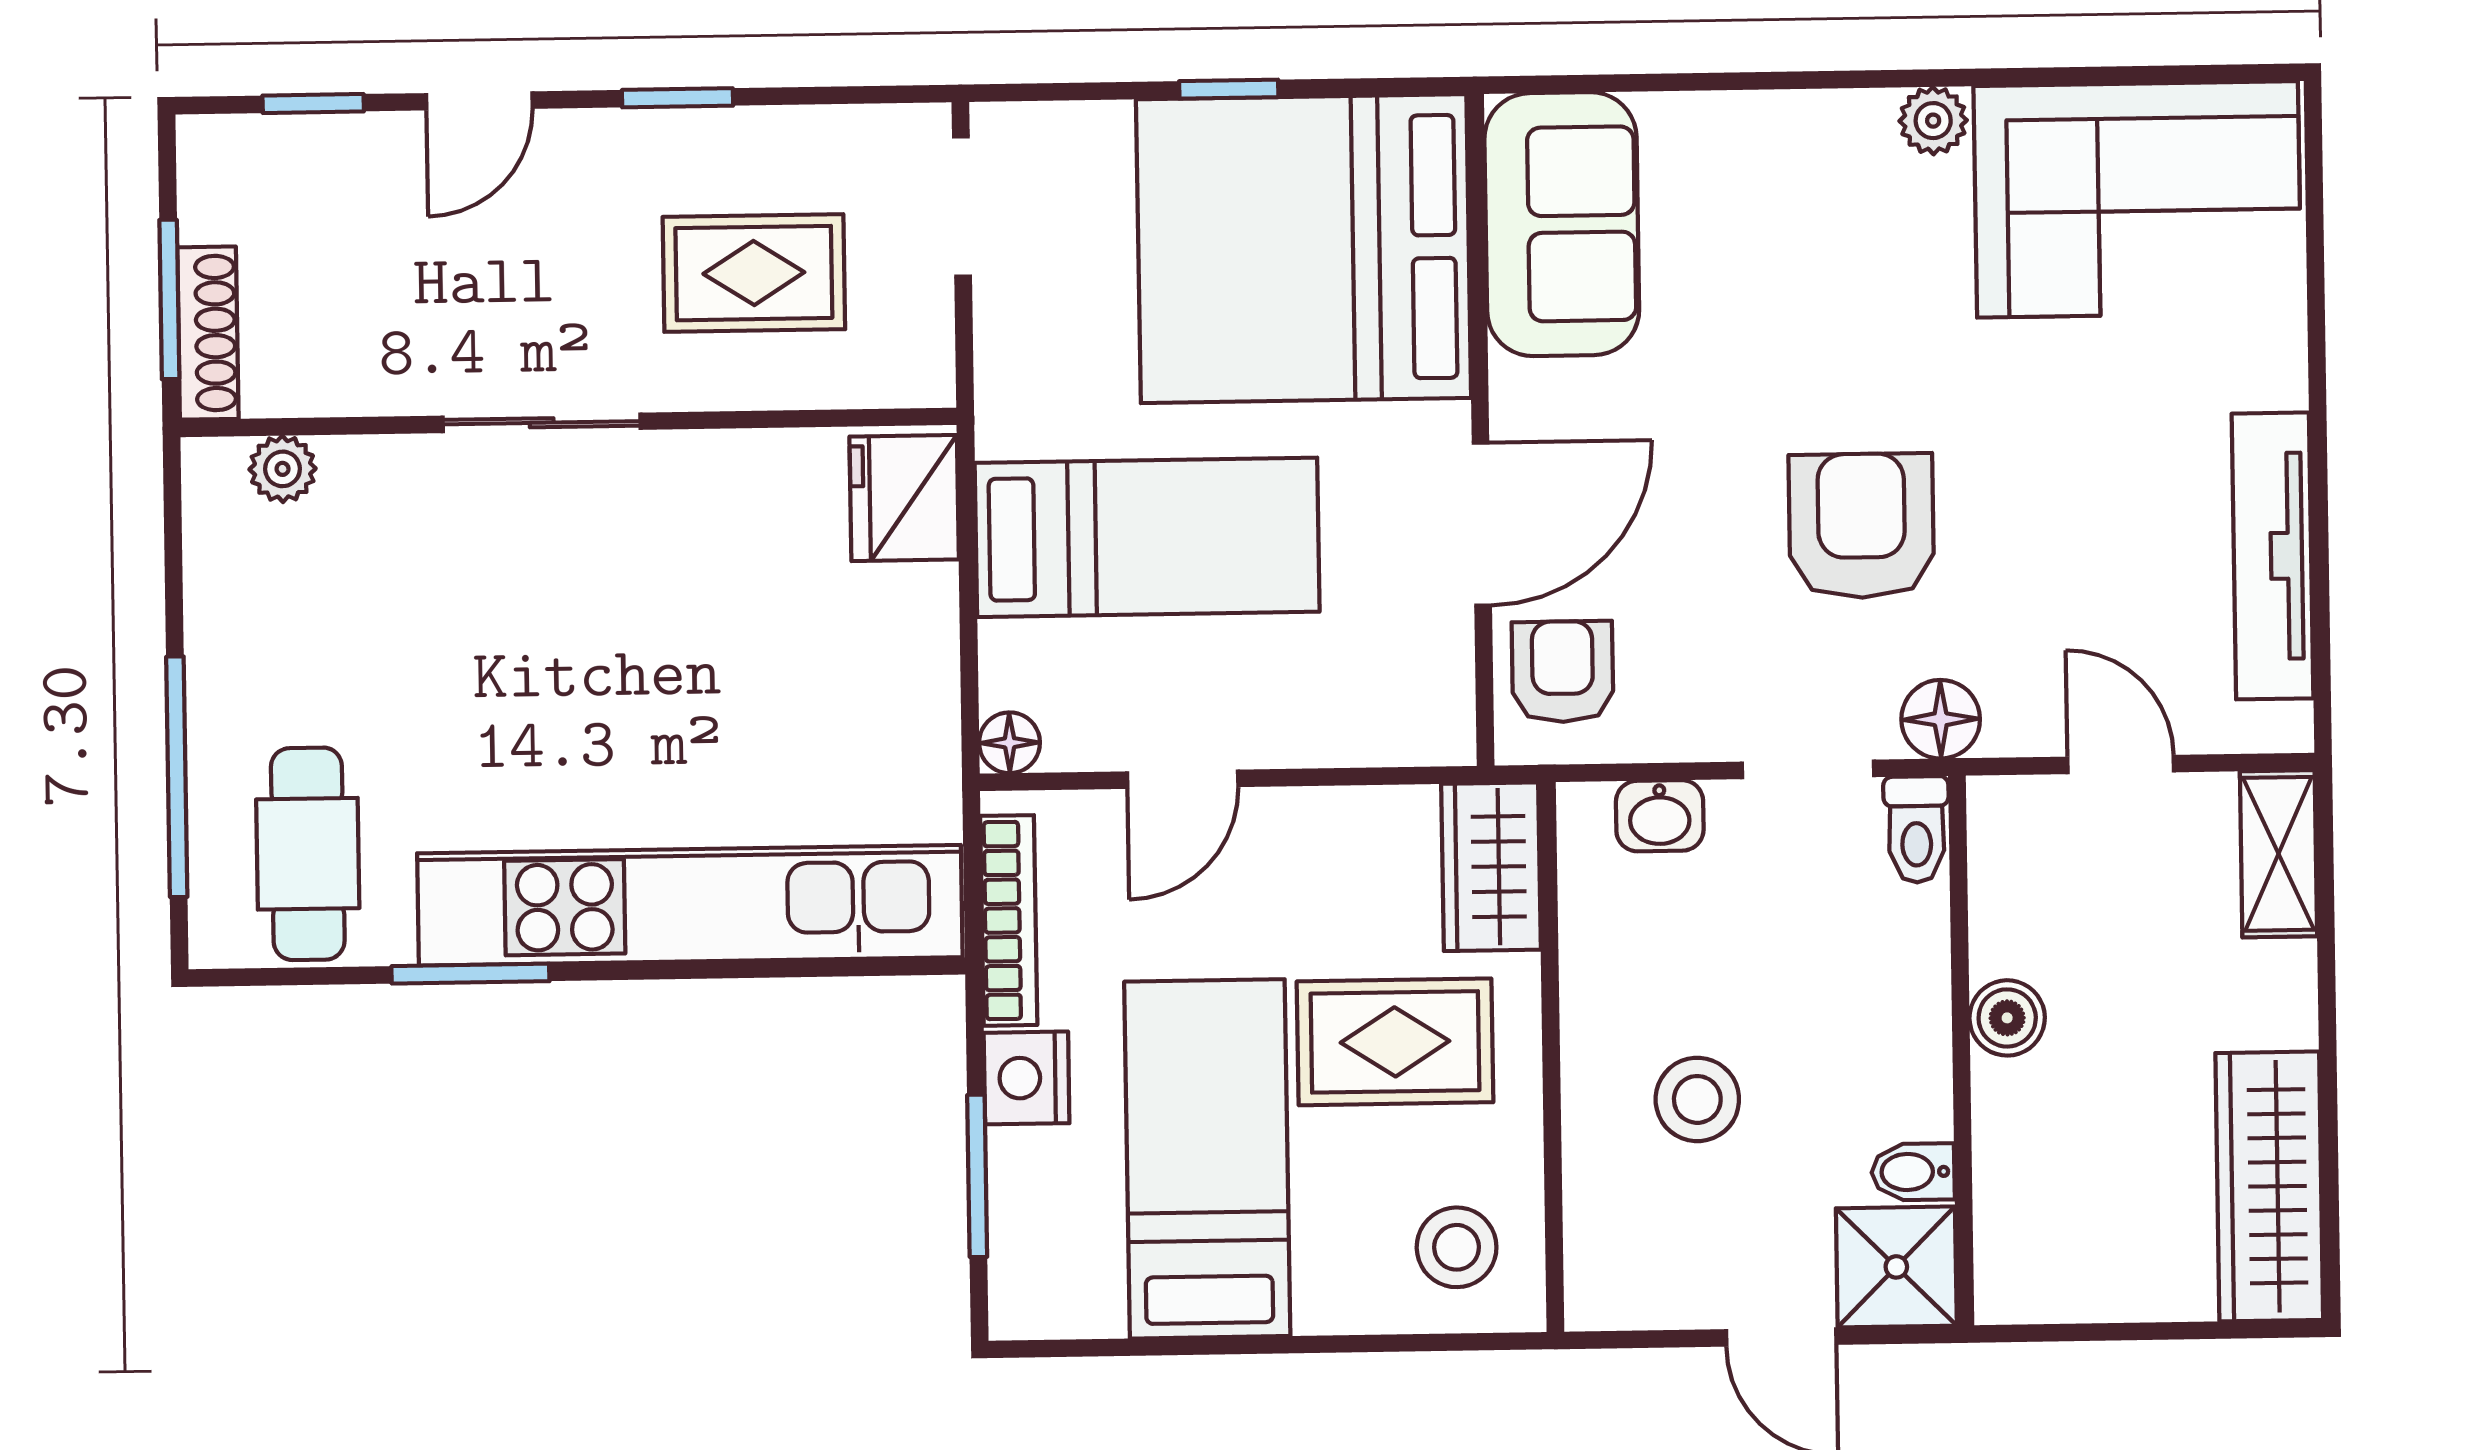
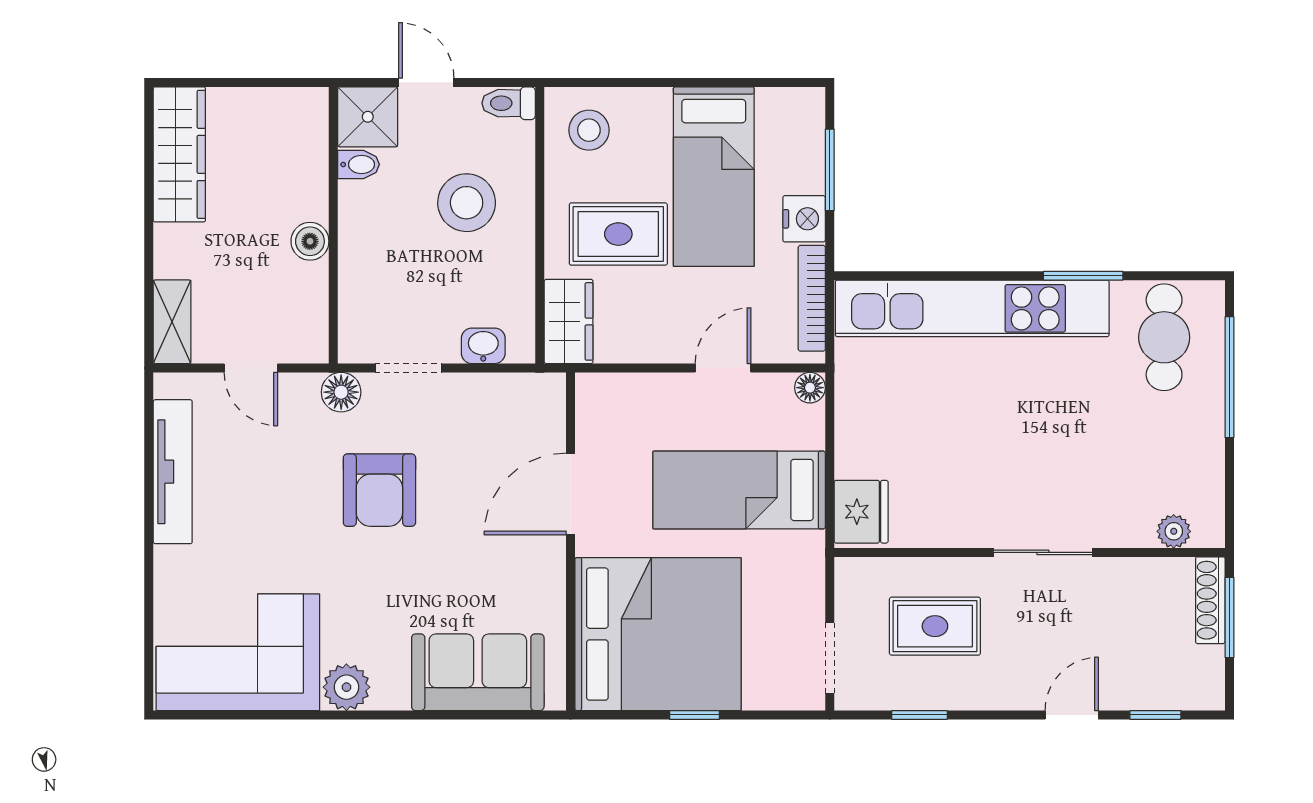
window: (678, 98) -> (919, 715), moved
plant: (1933, 121) -> (346, 687), width x1.38, depth x1.38
sofa: (1562, 224) -> (478, 672), moved, turned 90
armchair: (1563, 672) -> (531, 419), removed
toilet: (1916, 829) -> (509, 103), moved, turned -90
stool: (1697, 1099) -> (467, 203), width x1.38, depth x1.38

